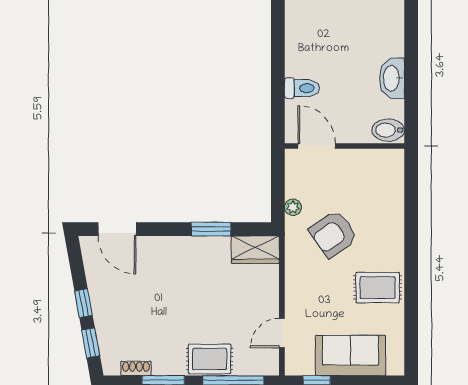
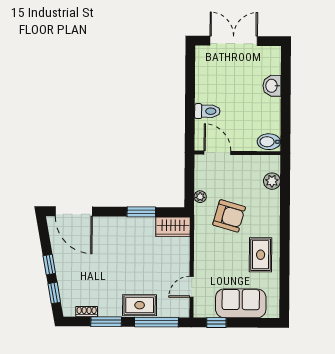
washbasin: (392, 78) -> (272, 86), moved, width x0.72
plant: (393, 185) -> (272, 181), added
door: (117, 229) -> (74, 211), width x1.36
armchair: (333, 234) -> (229, 216), turned -129
rug: (378, 288) -> (261, 255), turned 90

